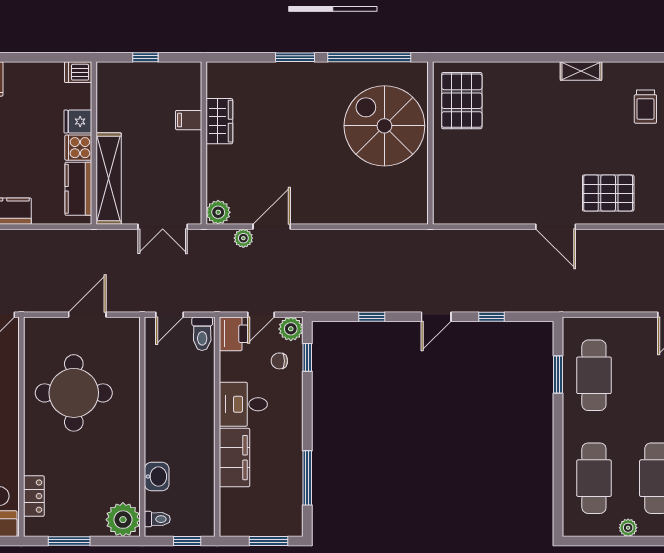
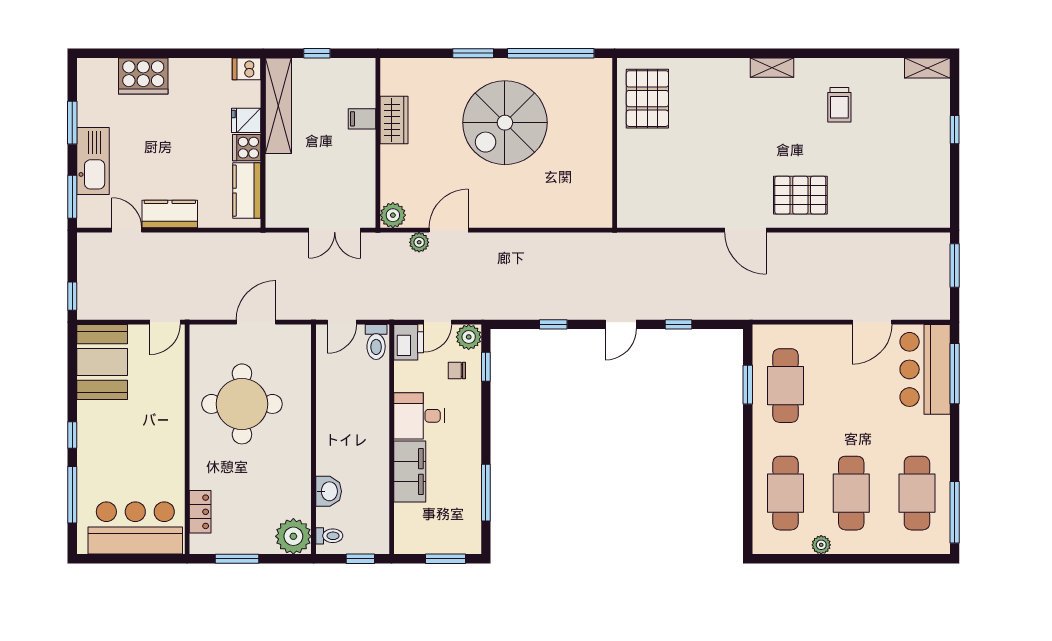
spiral stairs: (384, 126) -> (505, 123), moved, turned -90
shelving: (109, 179) -> (278, 106), moved

